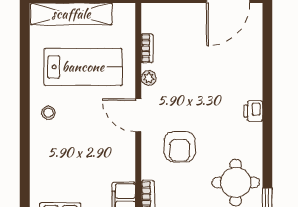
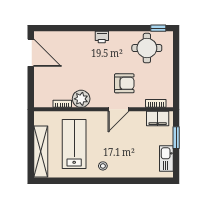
plant: (149, 78) -> (81, 99), width x1.87, depth x1.87
door: (138, 115) -> (118, 109), moved

